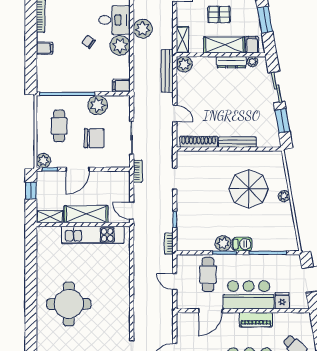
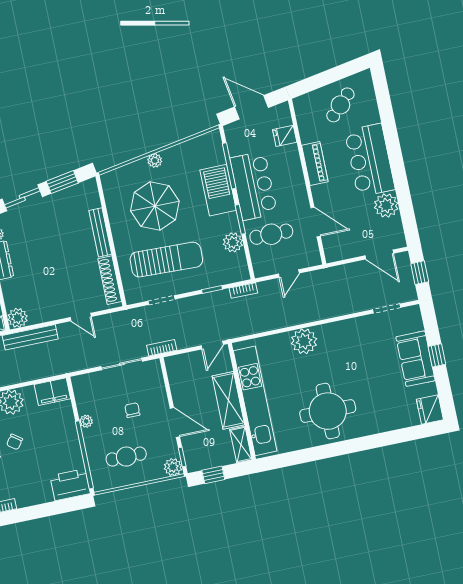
filing cabinet: (44, 48) -> (34, 495), removed
printer: (46, 78) -> (70, 485), added
filing cabinet: (121, 86) -> (52, 392), width x2.00
plant: (98, 105) -> (86, 421), width x0.53, depth x0.53
door: (175, 113) -> (81, 317), swing flipped
chair: (94, 138) -> (132, 410), width x0.54, depth x0.54
sun lounger: (205, 189) -> (166, 260), added
kitchen unit: (93, 235) -> (255, 401), width x1.36
plant: (223, 243) -> (233, 242), moved
barbecue: (242, 244) -> (218, 190), width x1.88, depth x1.53
plant: (120, 283) -> (304, 341), added
bar counter: (249, 295) -> (254, 186), moved, turned 180
round table: (69, 304) -> (328, 411), moved

